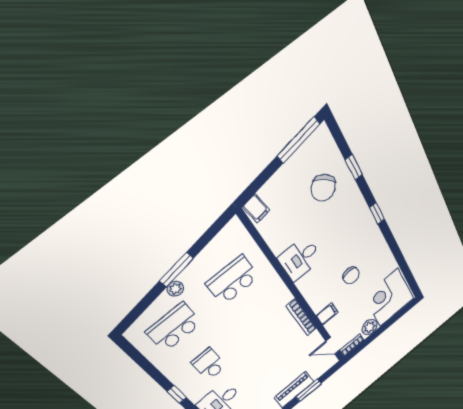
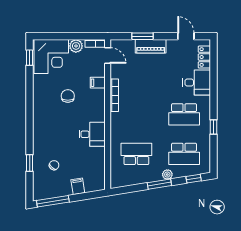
chair: (323, 188) -> (54, 165), width x0.54, depth x0.54
filing cabinet: (256, 209) -> (78, 186), moved
window: (377, 213) -> (30, 58), moved
school desk: (233, 280) -> (136, 154), turned 180
window: (137, 311) -> (194, 179), added
school desk: (209, 364) -> (184, 114), width x1.85
window: (177, 394) -> (213, 127), moved

